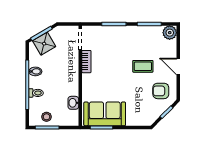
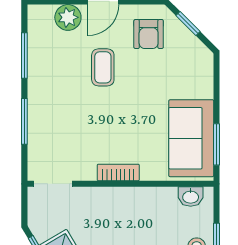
plant: (170, 33) -> (68, 17), moved
bookcase: (86, 62) -> (118, 172), moved
washbasin: (73, 103) -> (191, 197), moved

